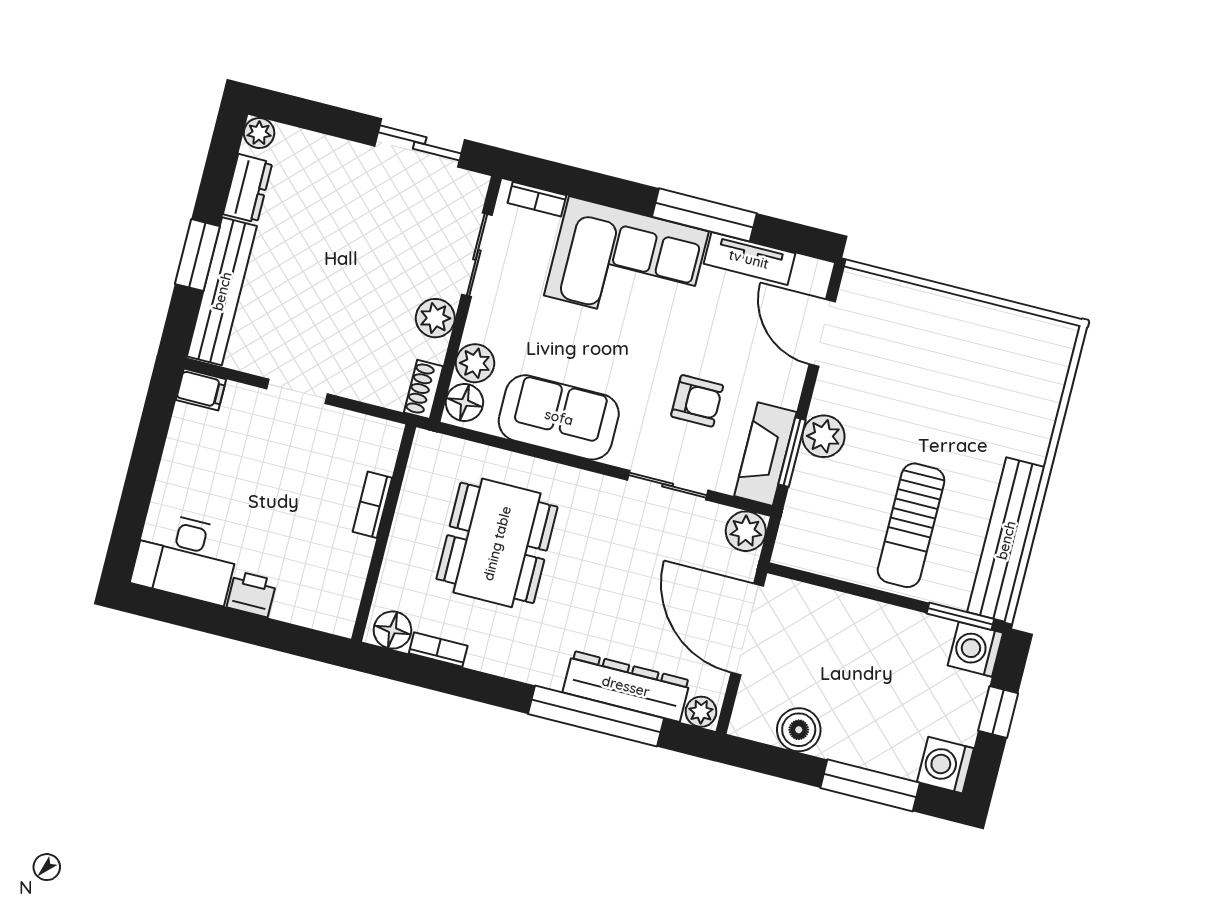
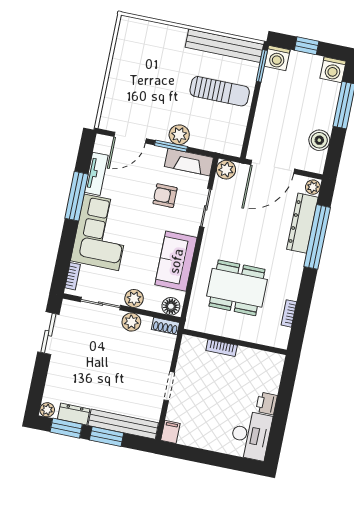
window: (219, 171) -> (66, 428), added
plant: (475, 363) -> (134, 298), moved
armchair: (697, 401) -> (165, 196), turned -90
window: (792, 452) -> (171, 146), moved
floor lamp: (392, 630) -> (281, 336), removed

